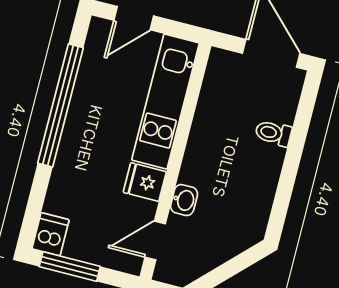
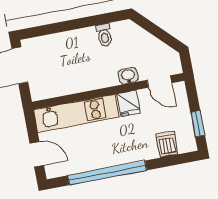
toilet: (273, 133) -> (104, 35), moved
dishwasher: (50, 234) -> (167, 144), moved, turned 90
window: (70, 267) -> (198, 124), width x0.67

